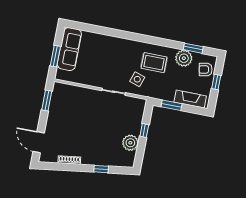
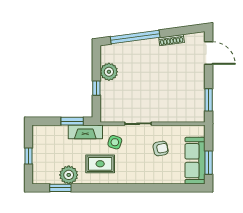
window: (55, 56) -> (209, 163), moved
armchair: (206, 69) -> (161, 148), moved
fireplace: (190, 99) -> (85, 132), moved
window: (101, 169) -> (135, 37), width x3.17

